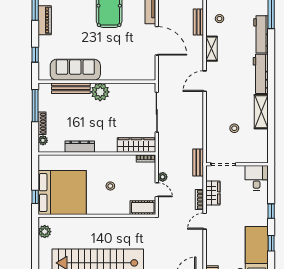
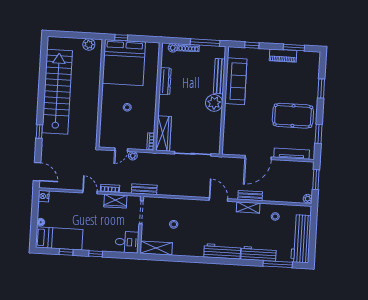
bench: (198, 22) -> (250, 196), moved
shelving: (261, 112) -> (156, 248), moved
cot: (143, 208) -> (106, 136), removed

